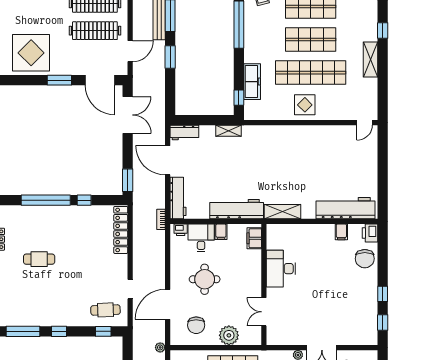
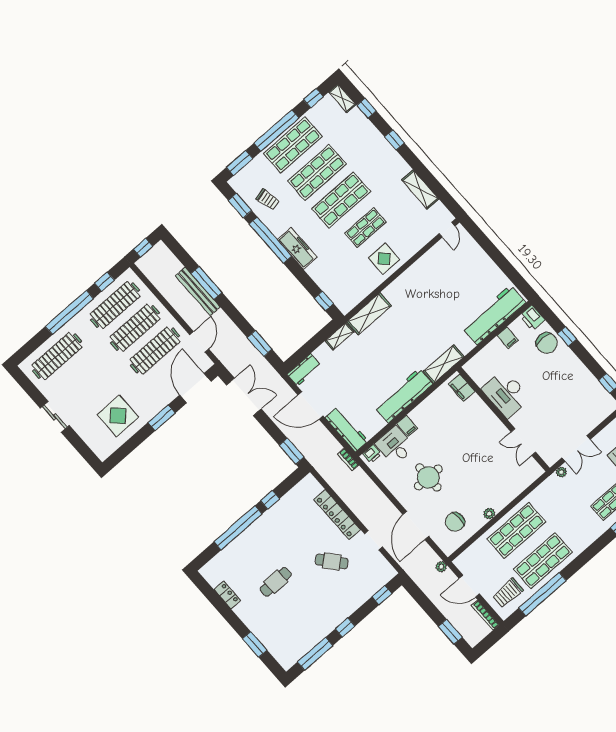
display table: (31, 53) -> (118, 416), width x0.73, depth x0.73
window: (170, 57) -> (260, 343), moved
shelving: (371, 59) -> (420, 189), moved
shop shelf: (311, 73) -> (365, 228), width x0.50, depth x0.74
door: (100, 80) -> (195, 388), swing flipped
freezer: (252, 82) -> (297, 248), moved
shelving: (262, 133) -> (369, 314), added
locker: (121, 230) -> (337, 515), moved
filing cabinet: (254, 238) -> (462, 388), moved
desk: (281, 269) -> (506, 394), moved
wall: (264, 284) -> (503, 419), moved
window: (383, 294) -> (567, 336), moved
cafe table: (105, 310) -> (332, 561), moved, turned 52
double door: (264, 312) -> (523, 442), moved
chair: (196, 325) -> (455, 522), turned 90
plant: (229, 335) -> (489, 514), width x0.53, depth x0.53

